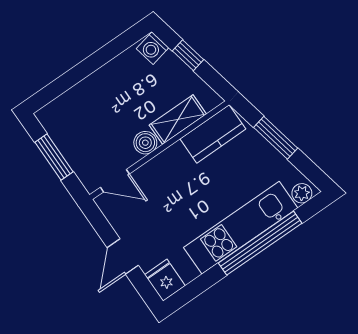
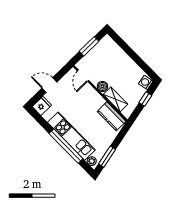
window: (276, 138) -> (107, 157), moved

